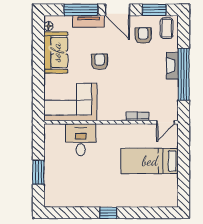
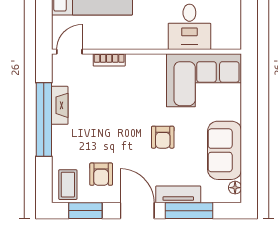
fireplace: (172, 66) -> (60, 105), moved

